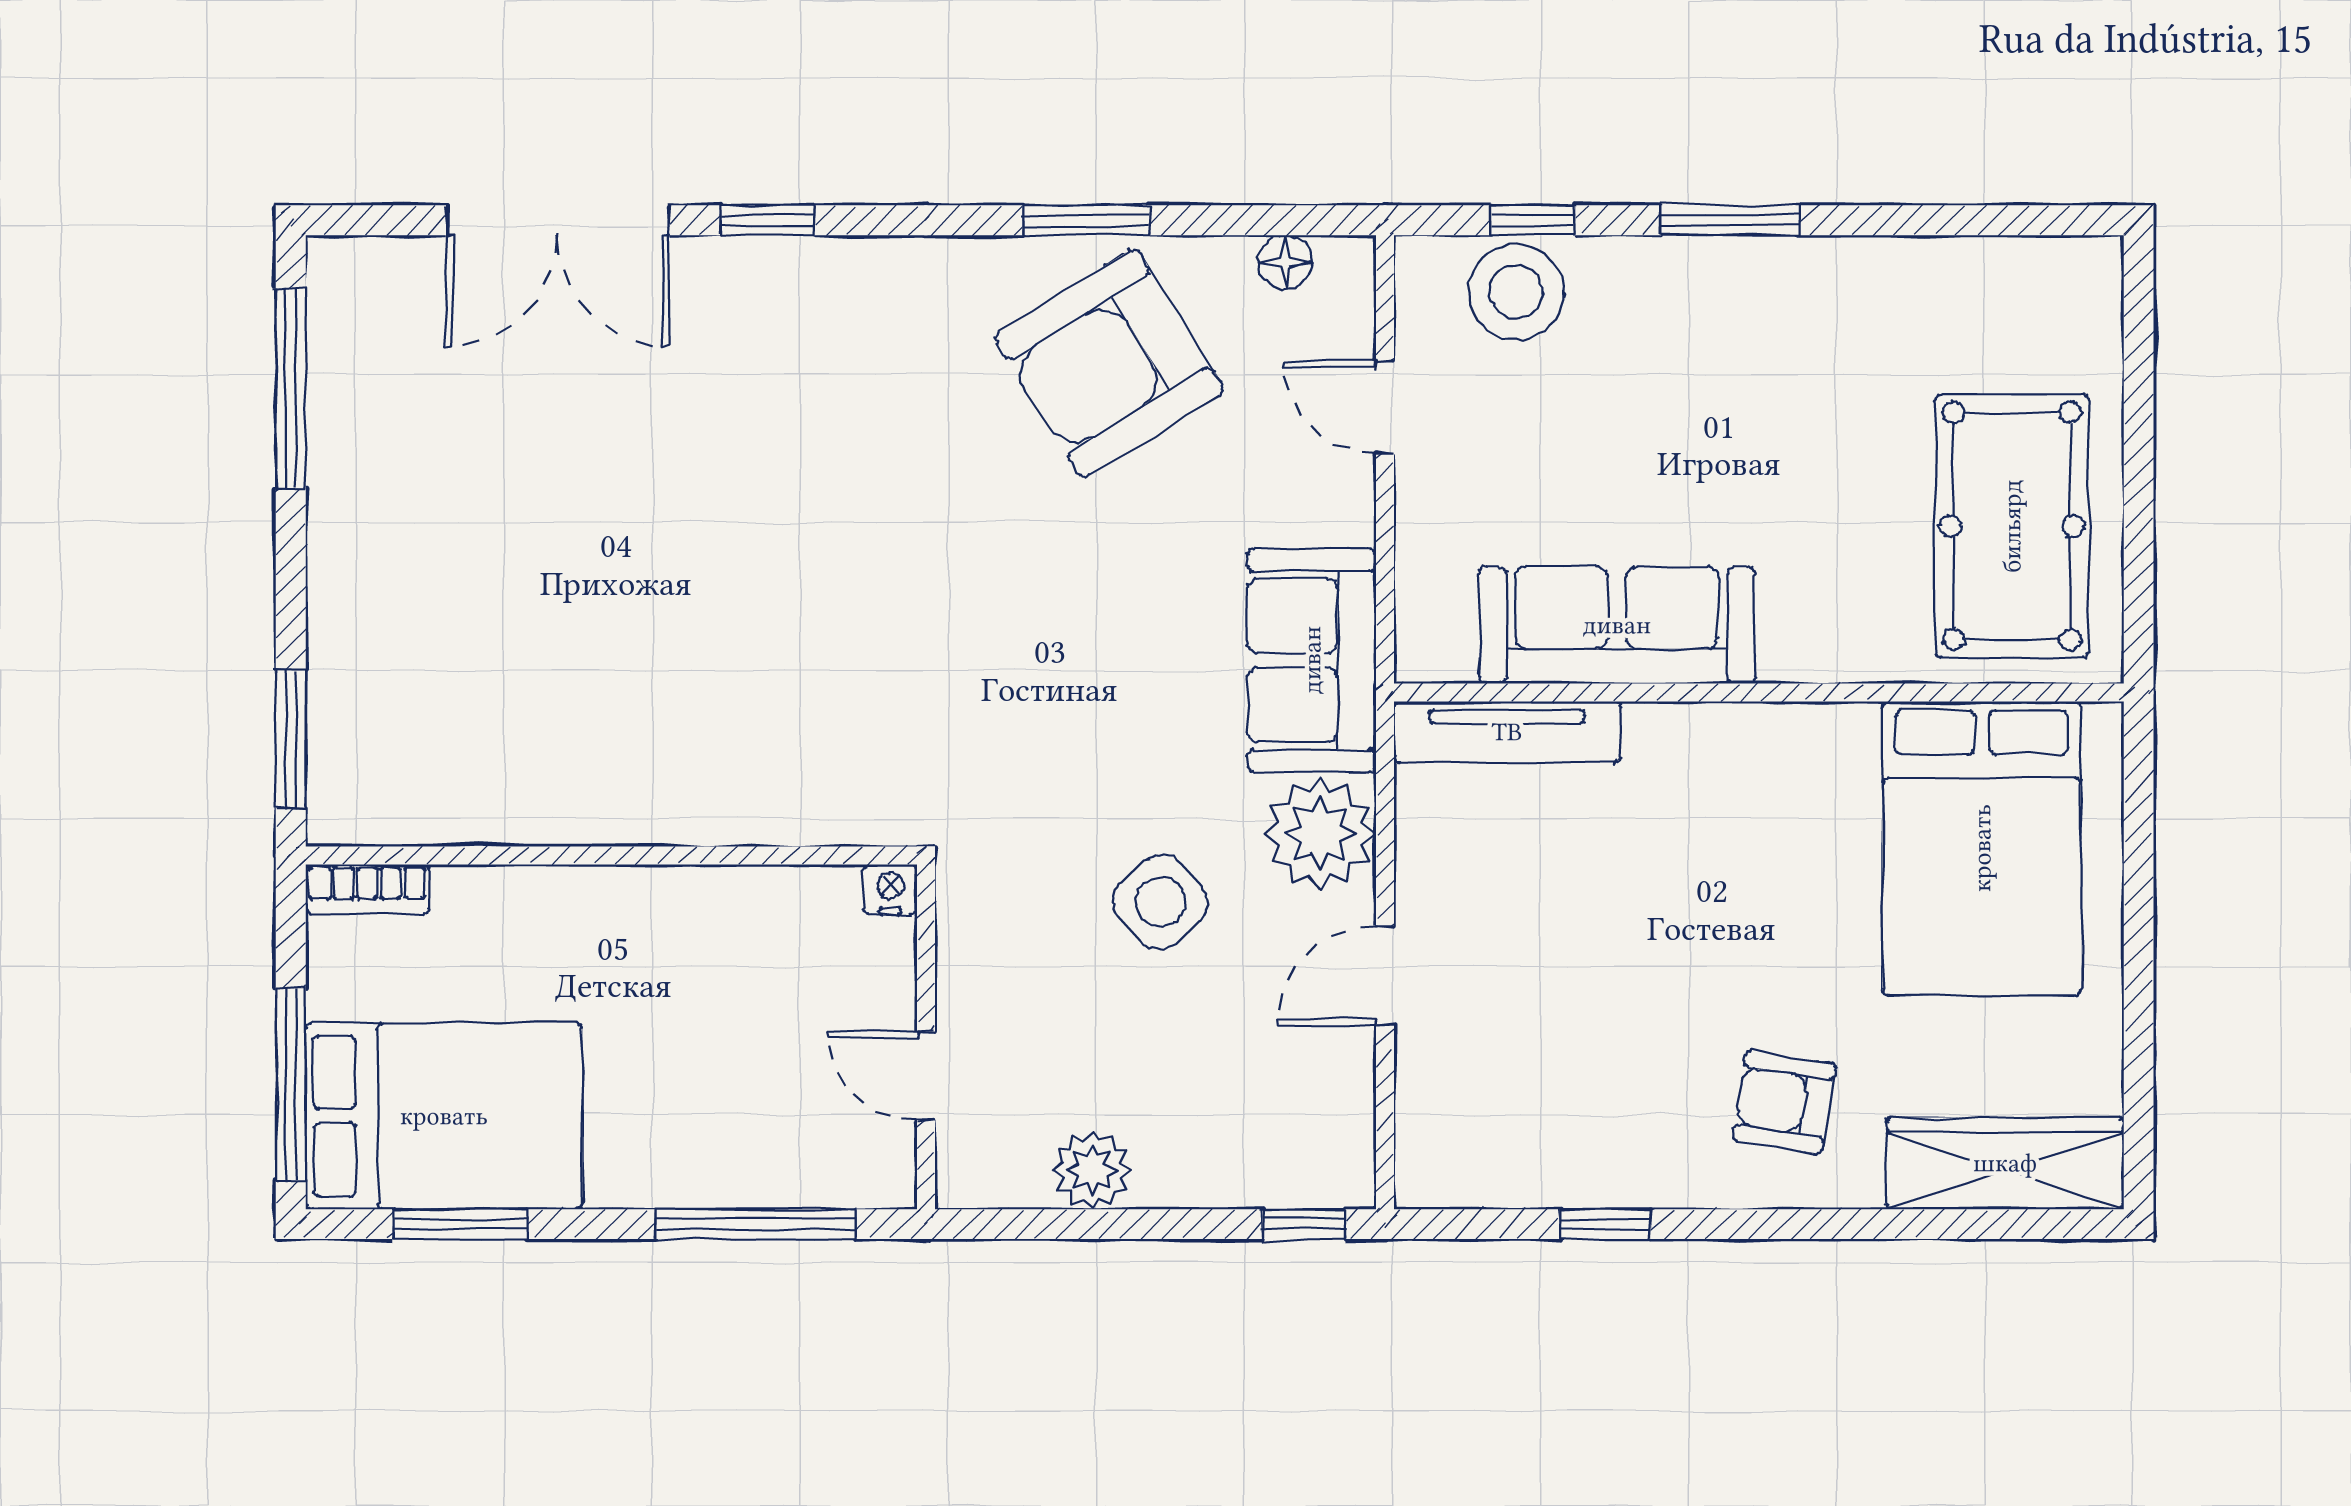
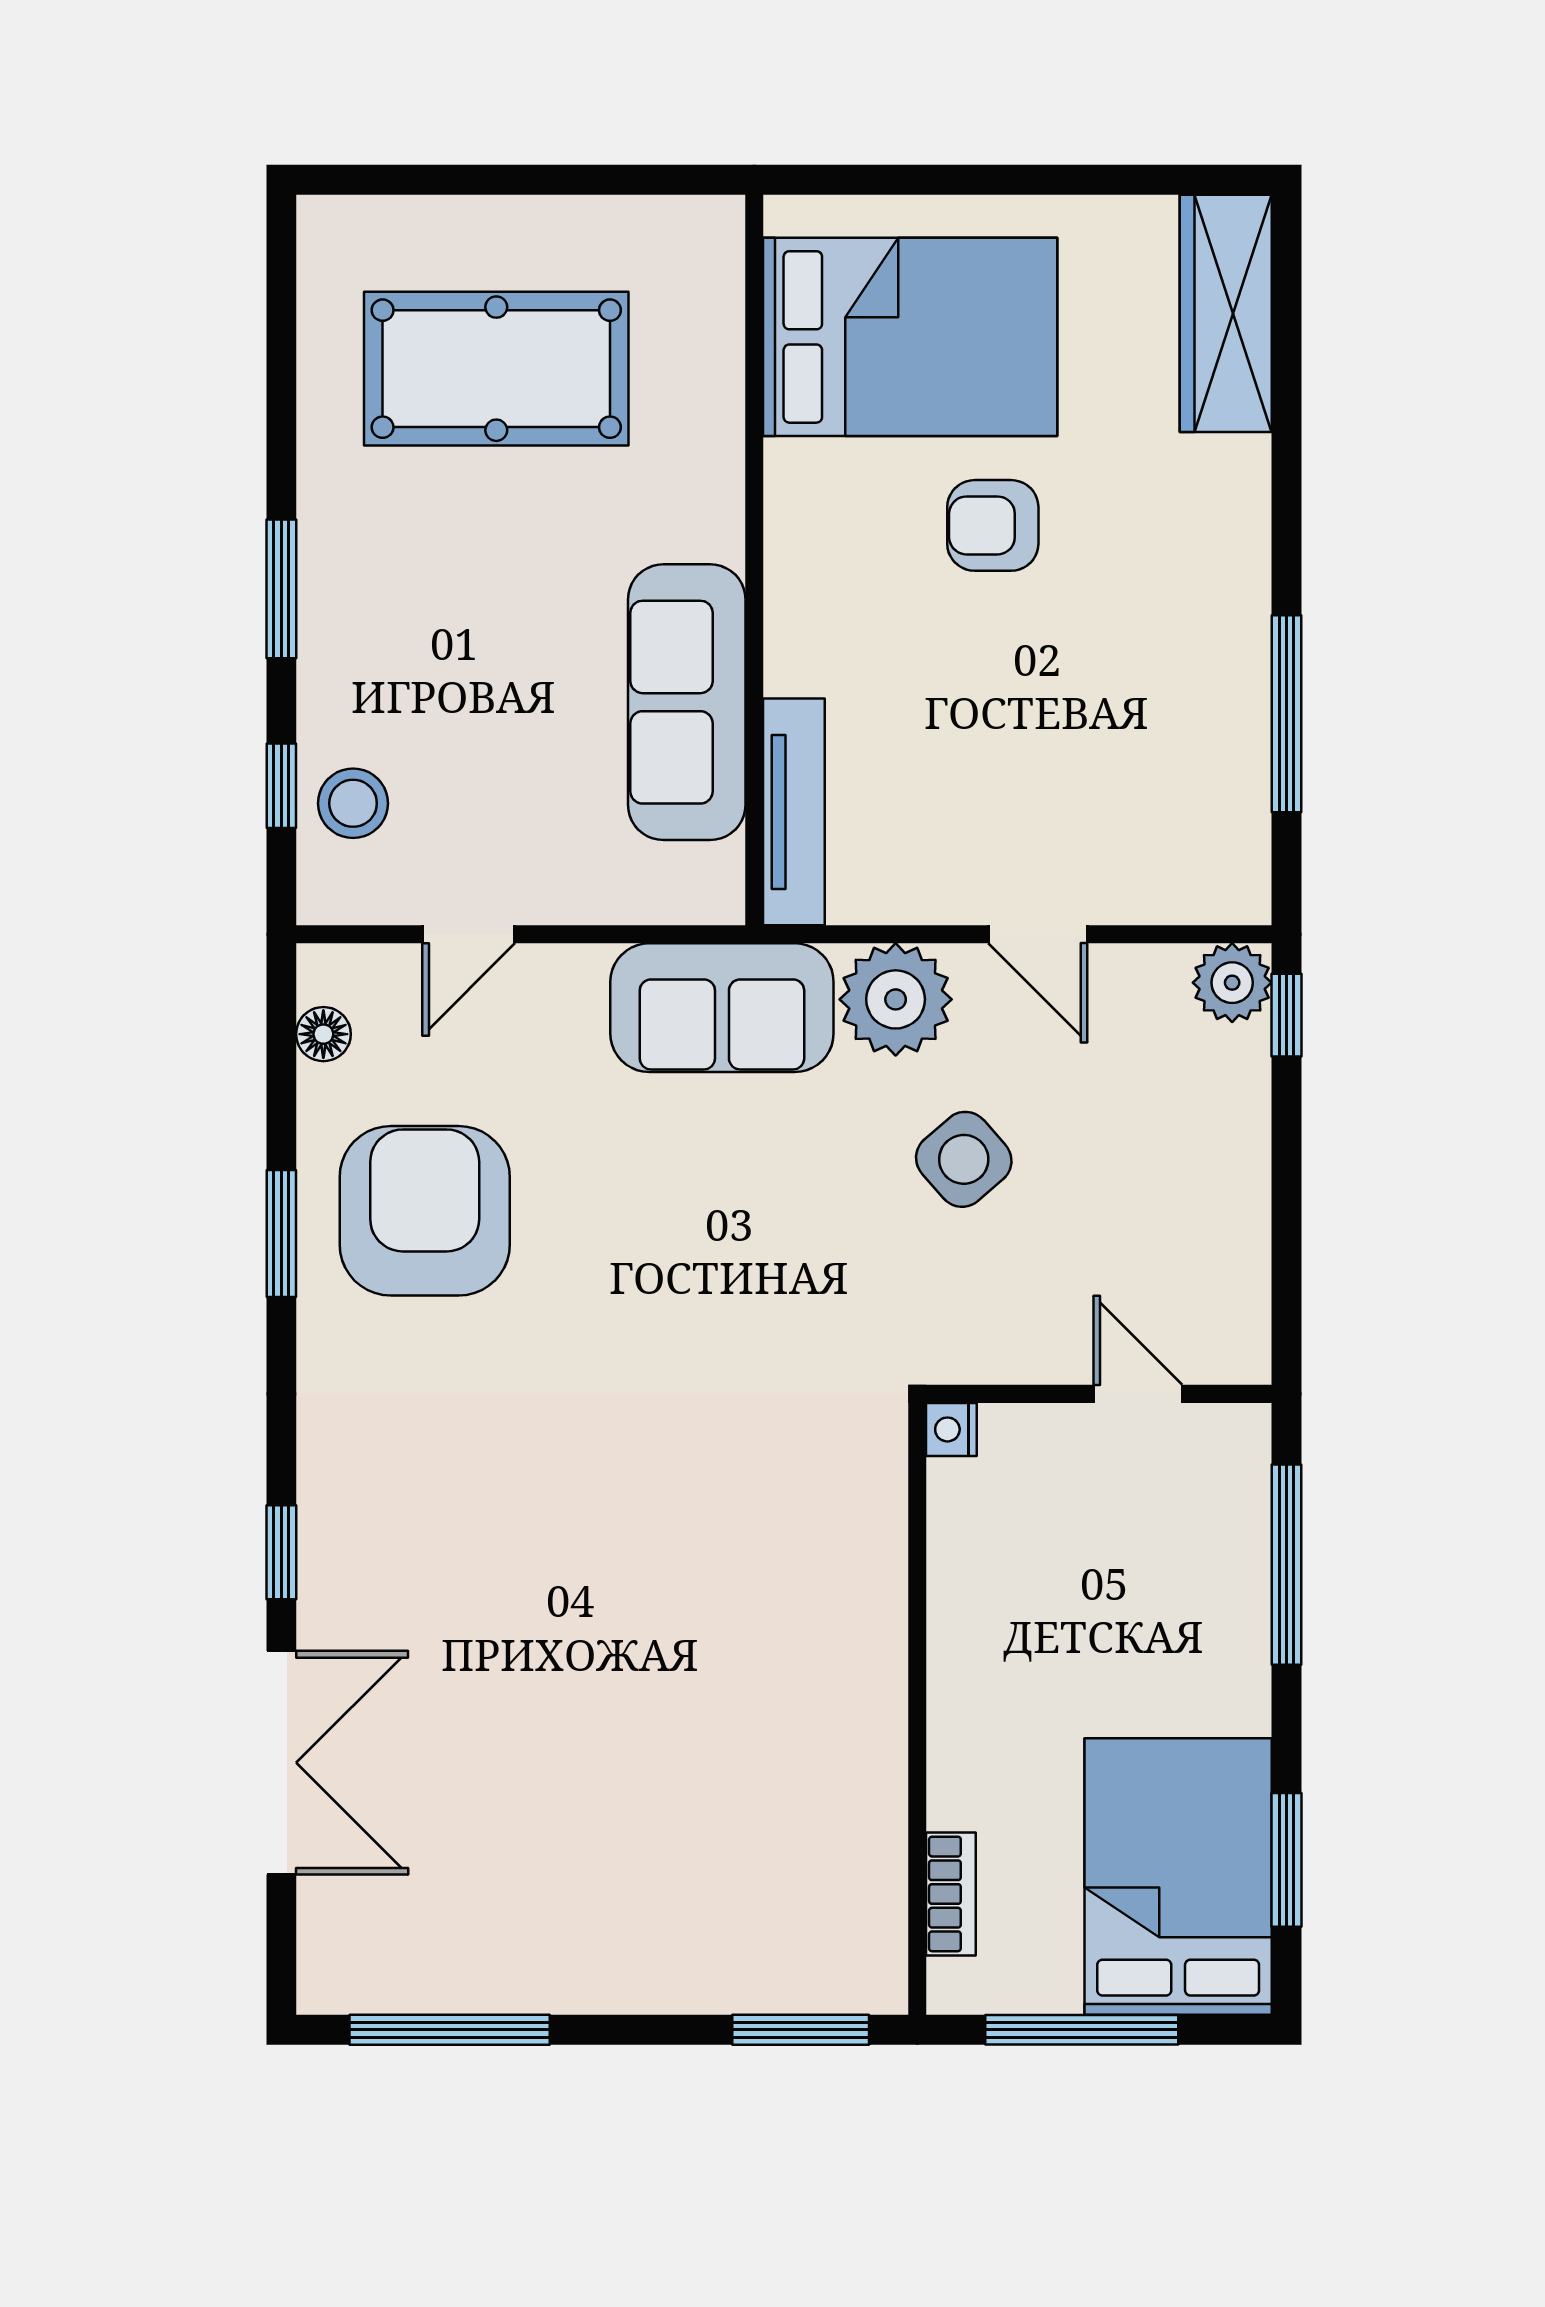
stool: (1516, 292) -> (353, 803), width x0.73, depth x0.73
armchair: (1109, 363) -> (425, 1211), turned -148
pool table: (2012, 526) -> (496, 369), moved
bookcase: (367, 889) -> (951, 1894), moved
door: (926, 1076) -> (1138, 1394), swing flipped
window: (291, 1085) -> (1082, 2030), moved
armchair: (1784, 1102) -> (993, 525), moved, turned 81
plant: (1092, 1170) -> (1232, 983), moved
window: (1605, 1224) -> (1286, 714), width x2.17

